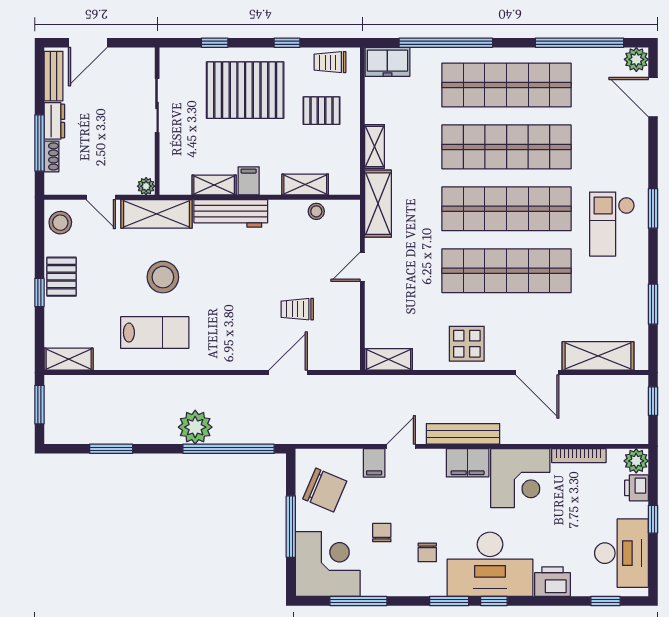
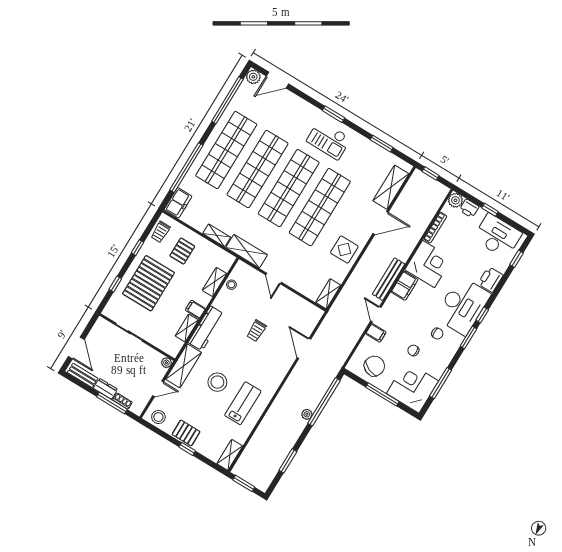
trolley: (297, 309) -> (256, 331), moved
plant: (195, 427) -> (307, 414), width x0.53, depth x0.53

